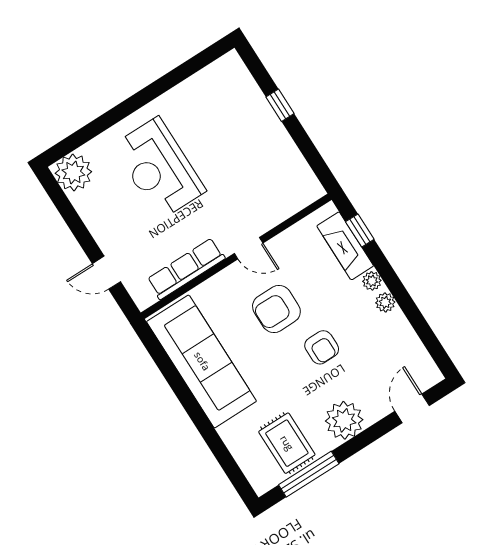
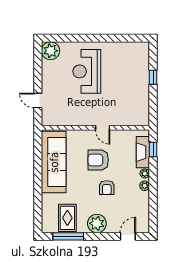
row of seats: (186, 269) -> (72, 120), removed

